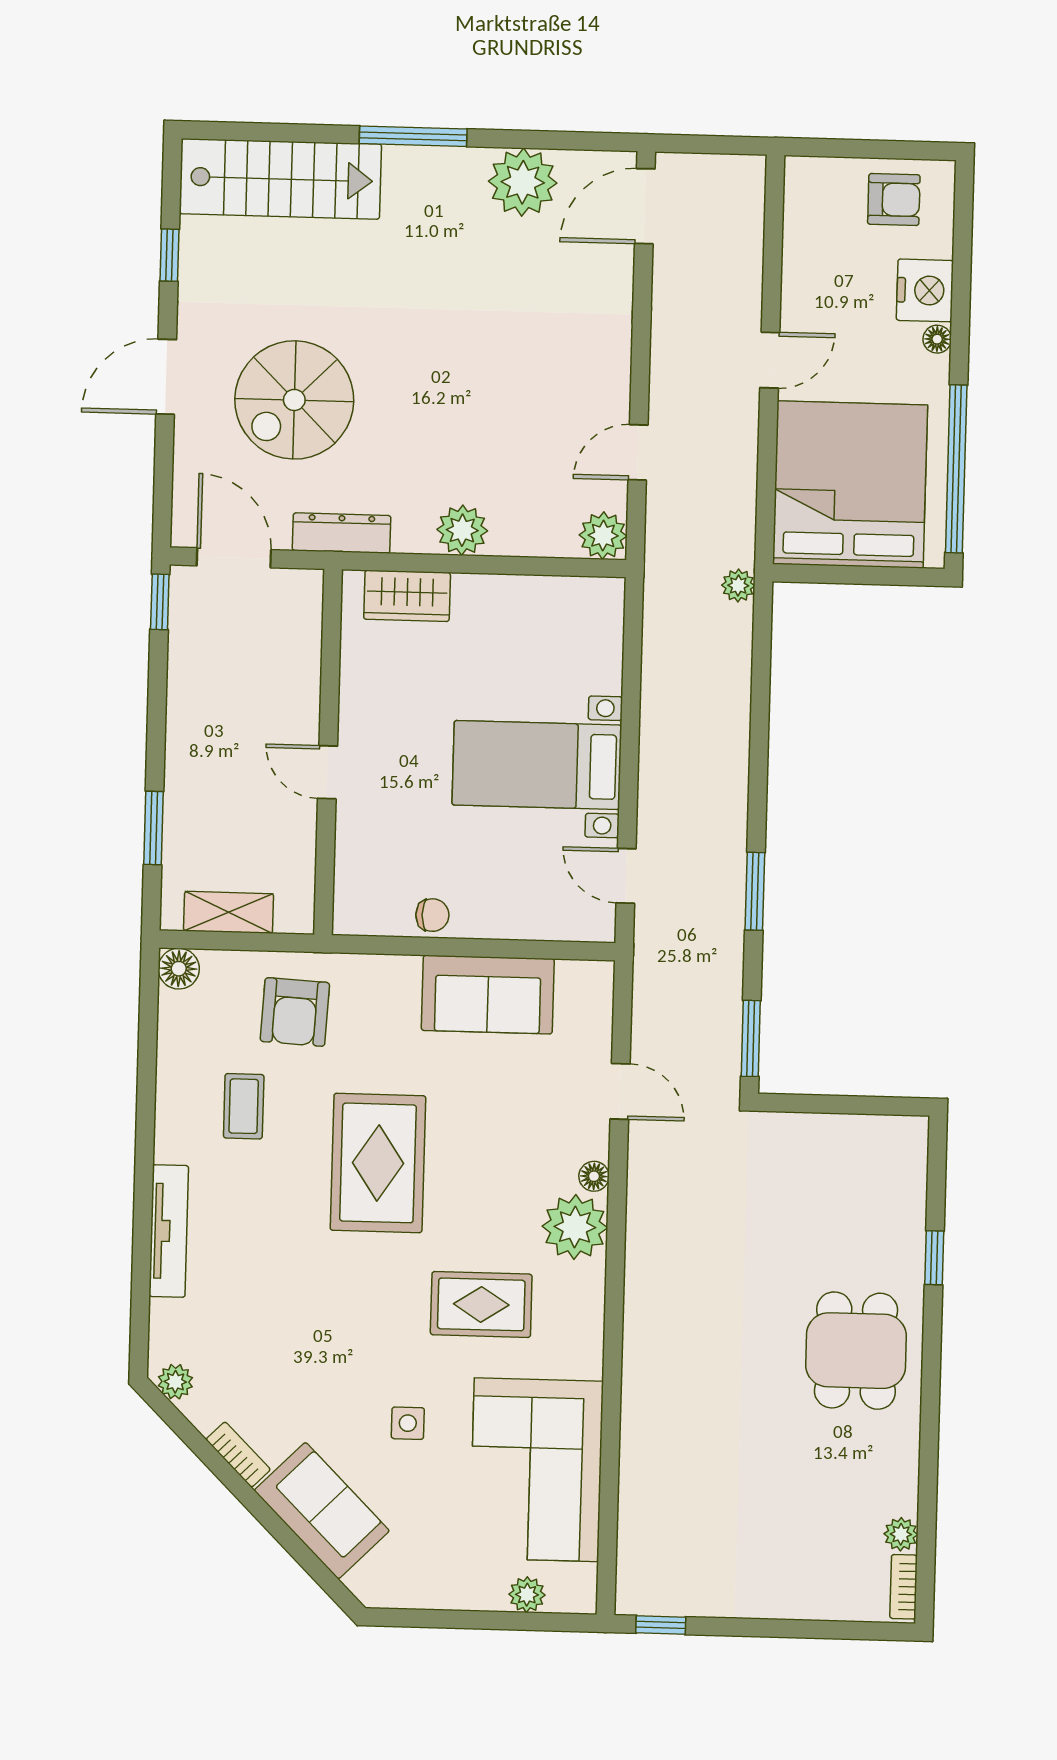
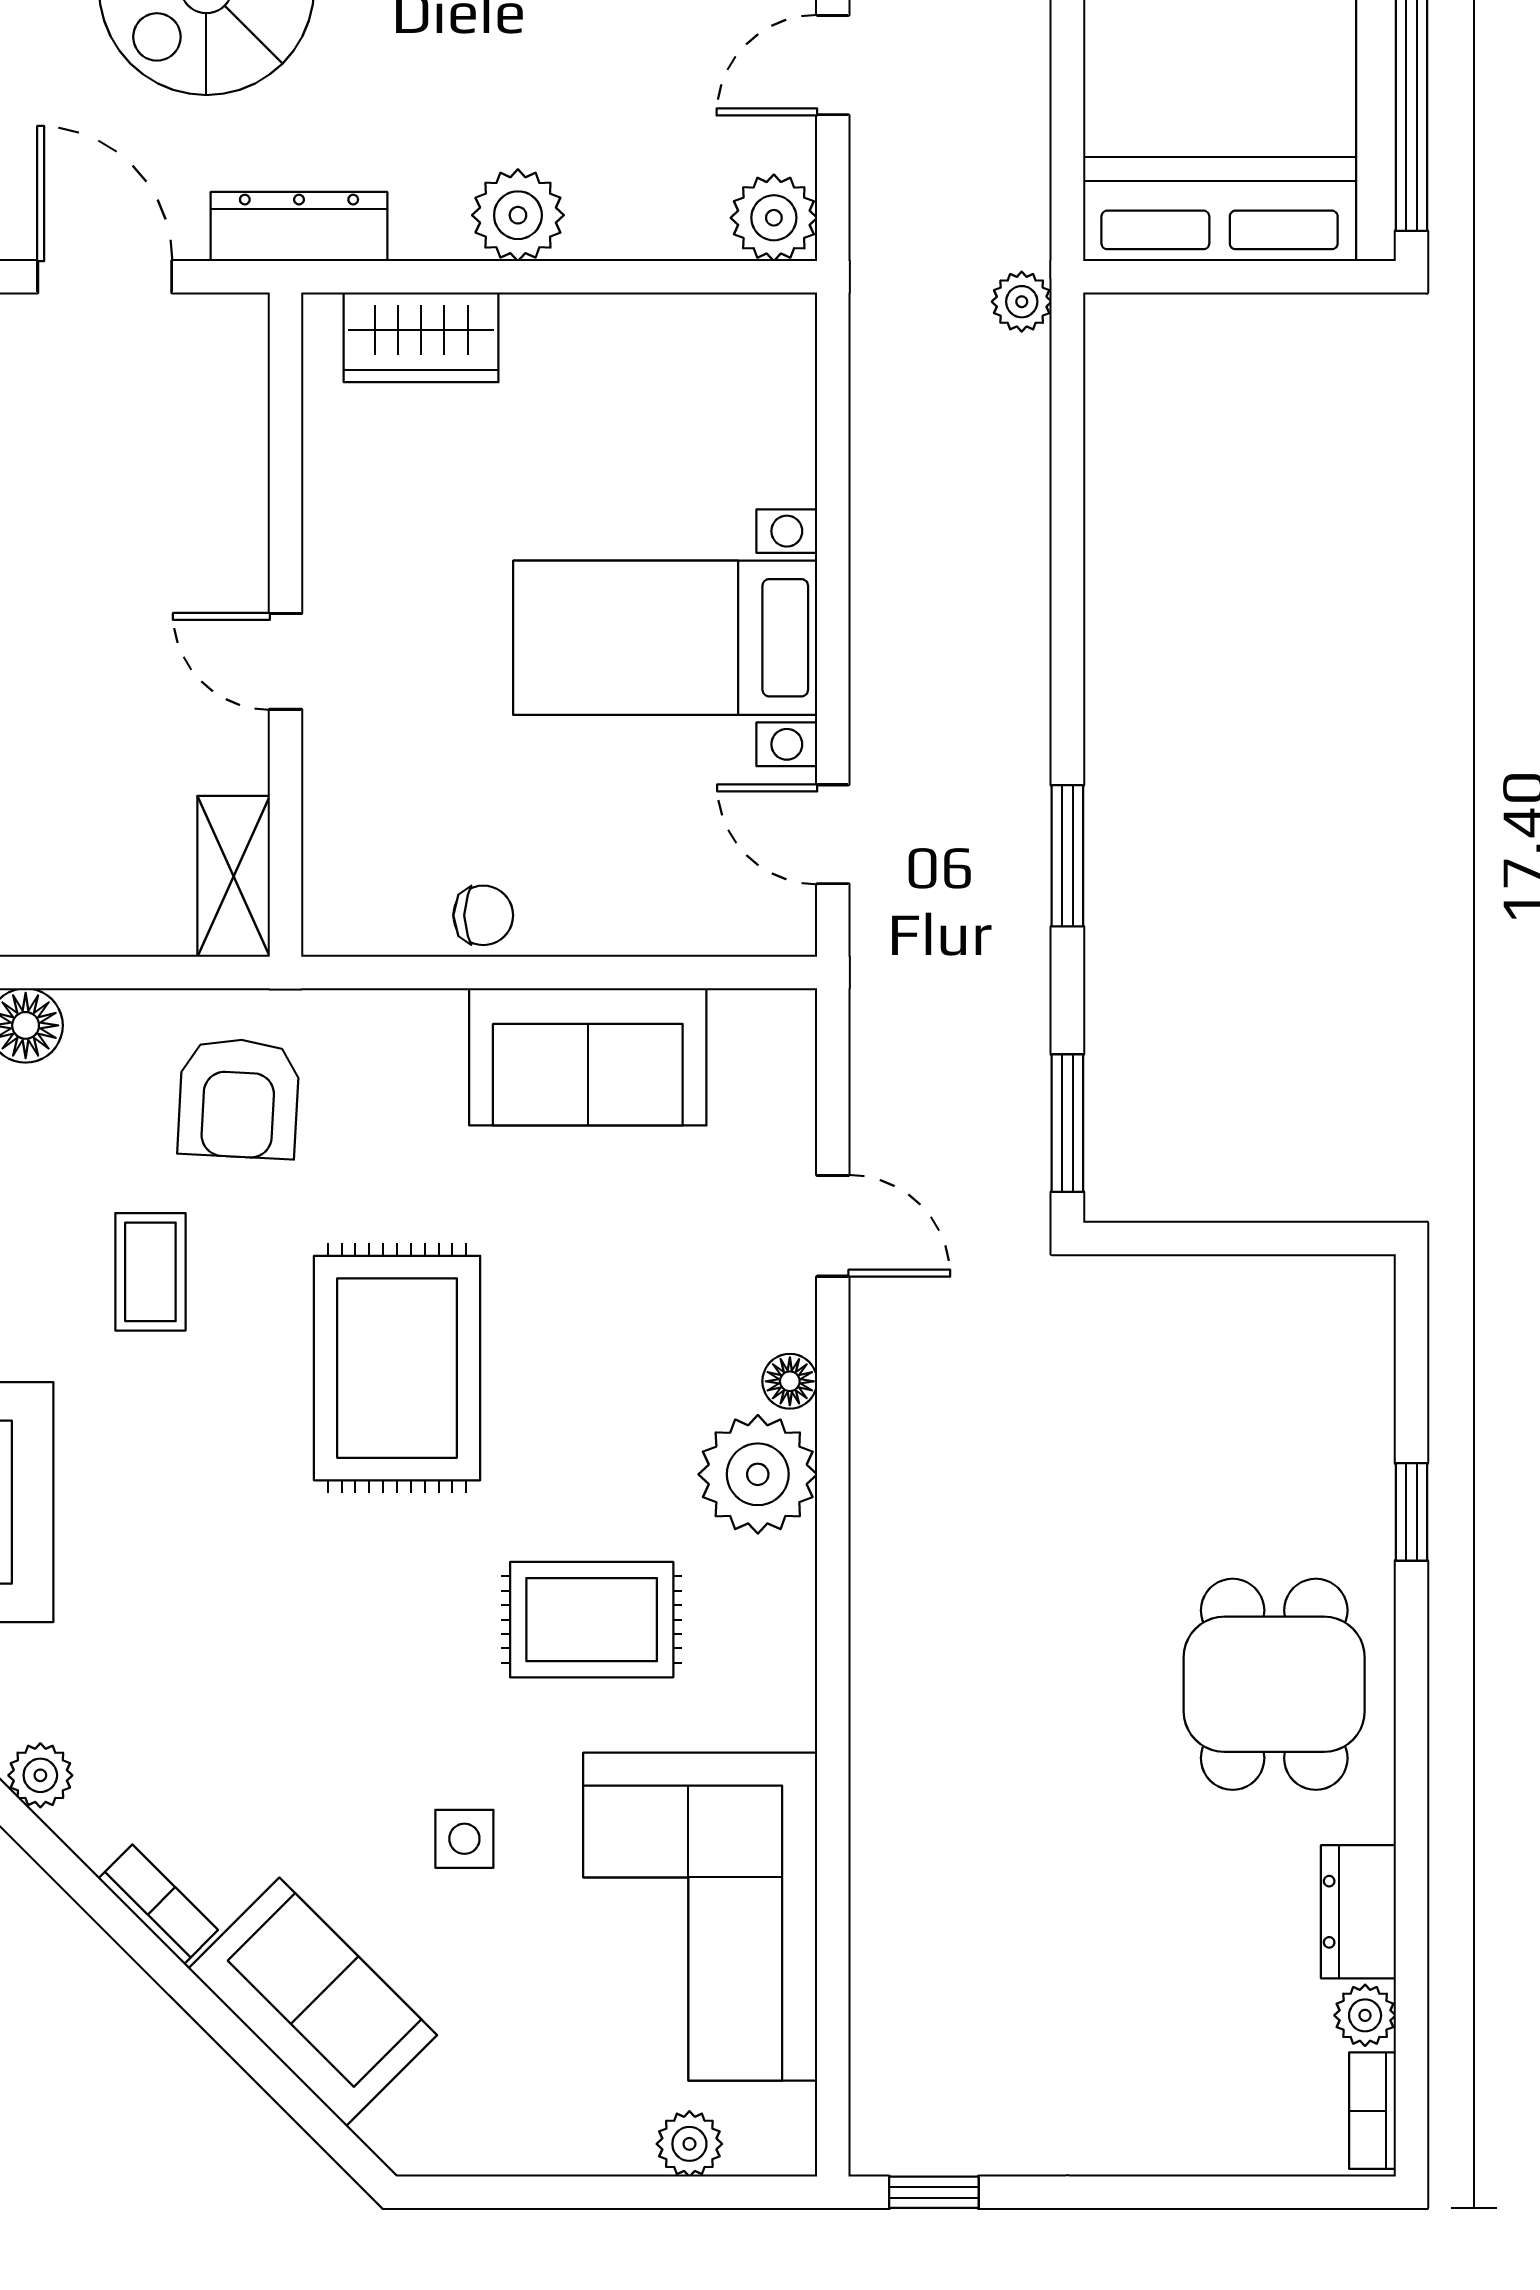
shelving: (229, 912) -> (234, 876), moved, turned 90
dresser: (899, 1477) -> (1358, 1912), added

